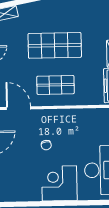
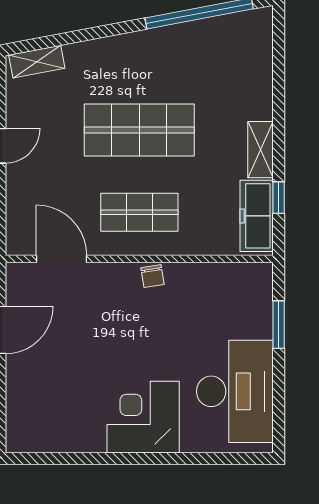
chair: (46, 145) -> (153, 276), moved

